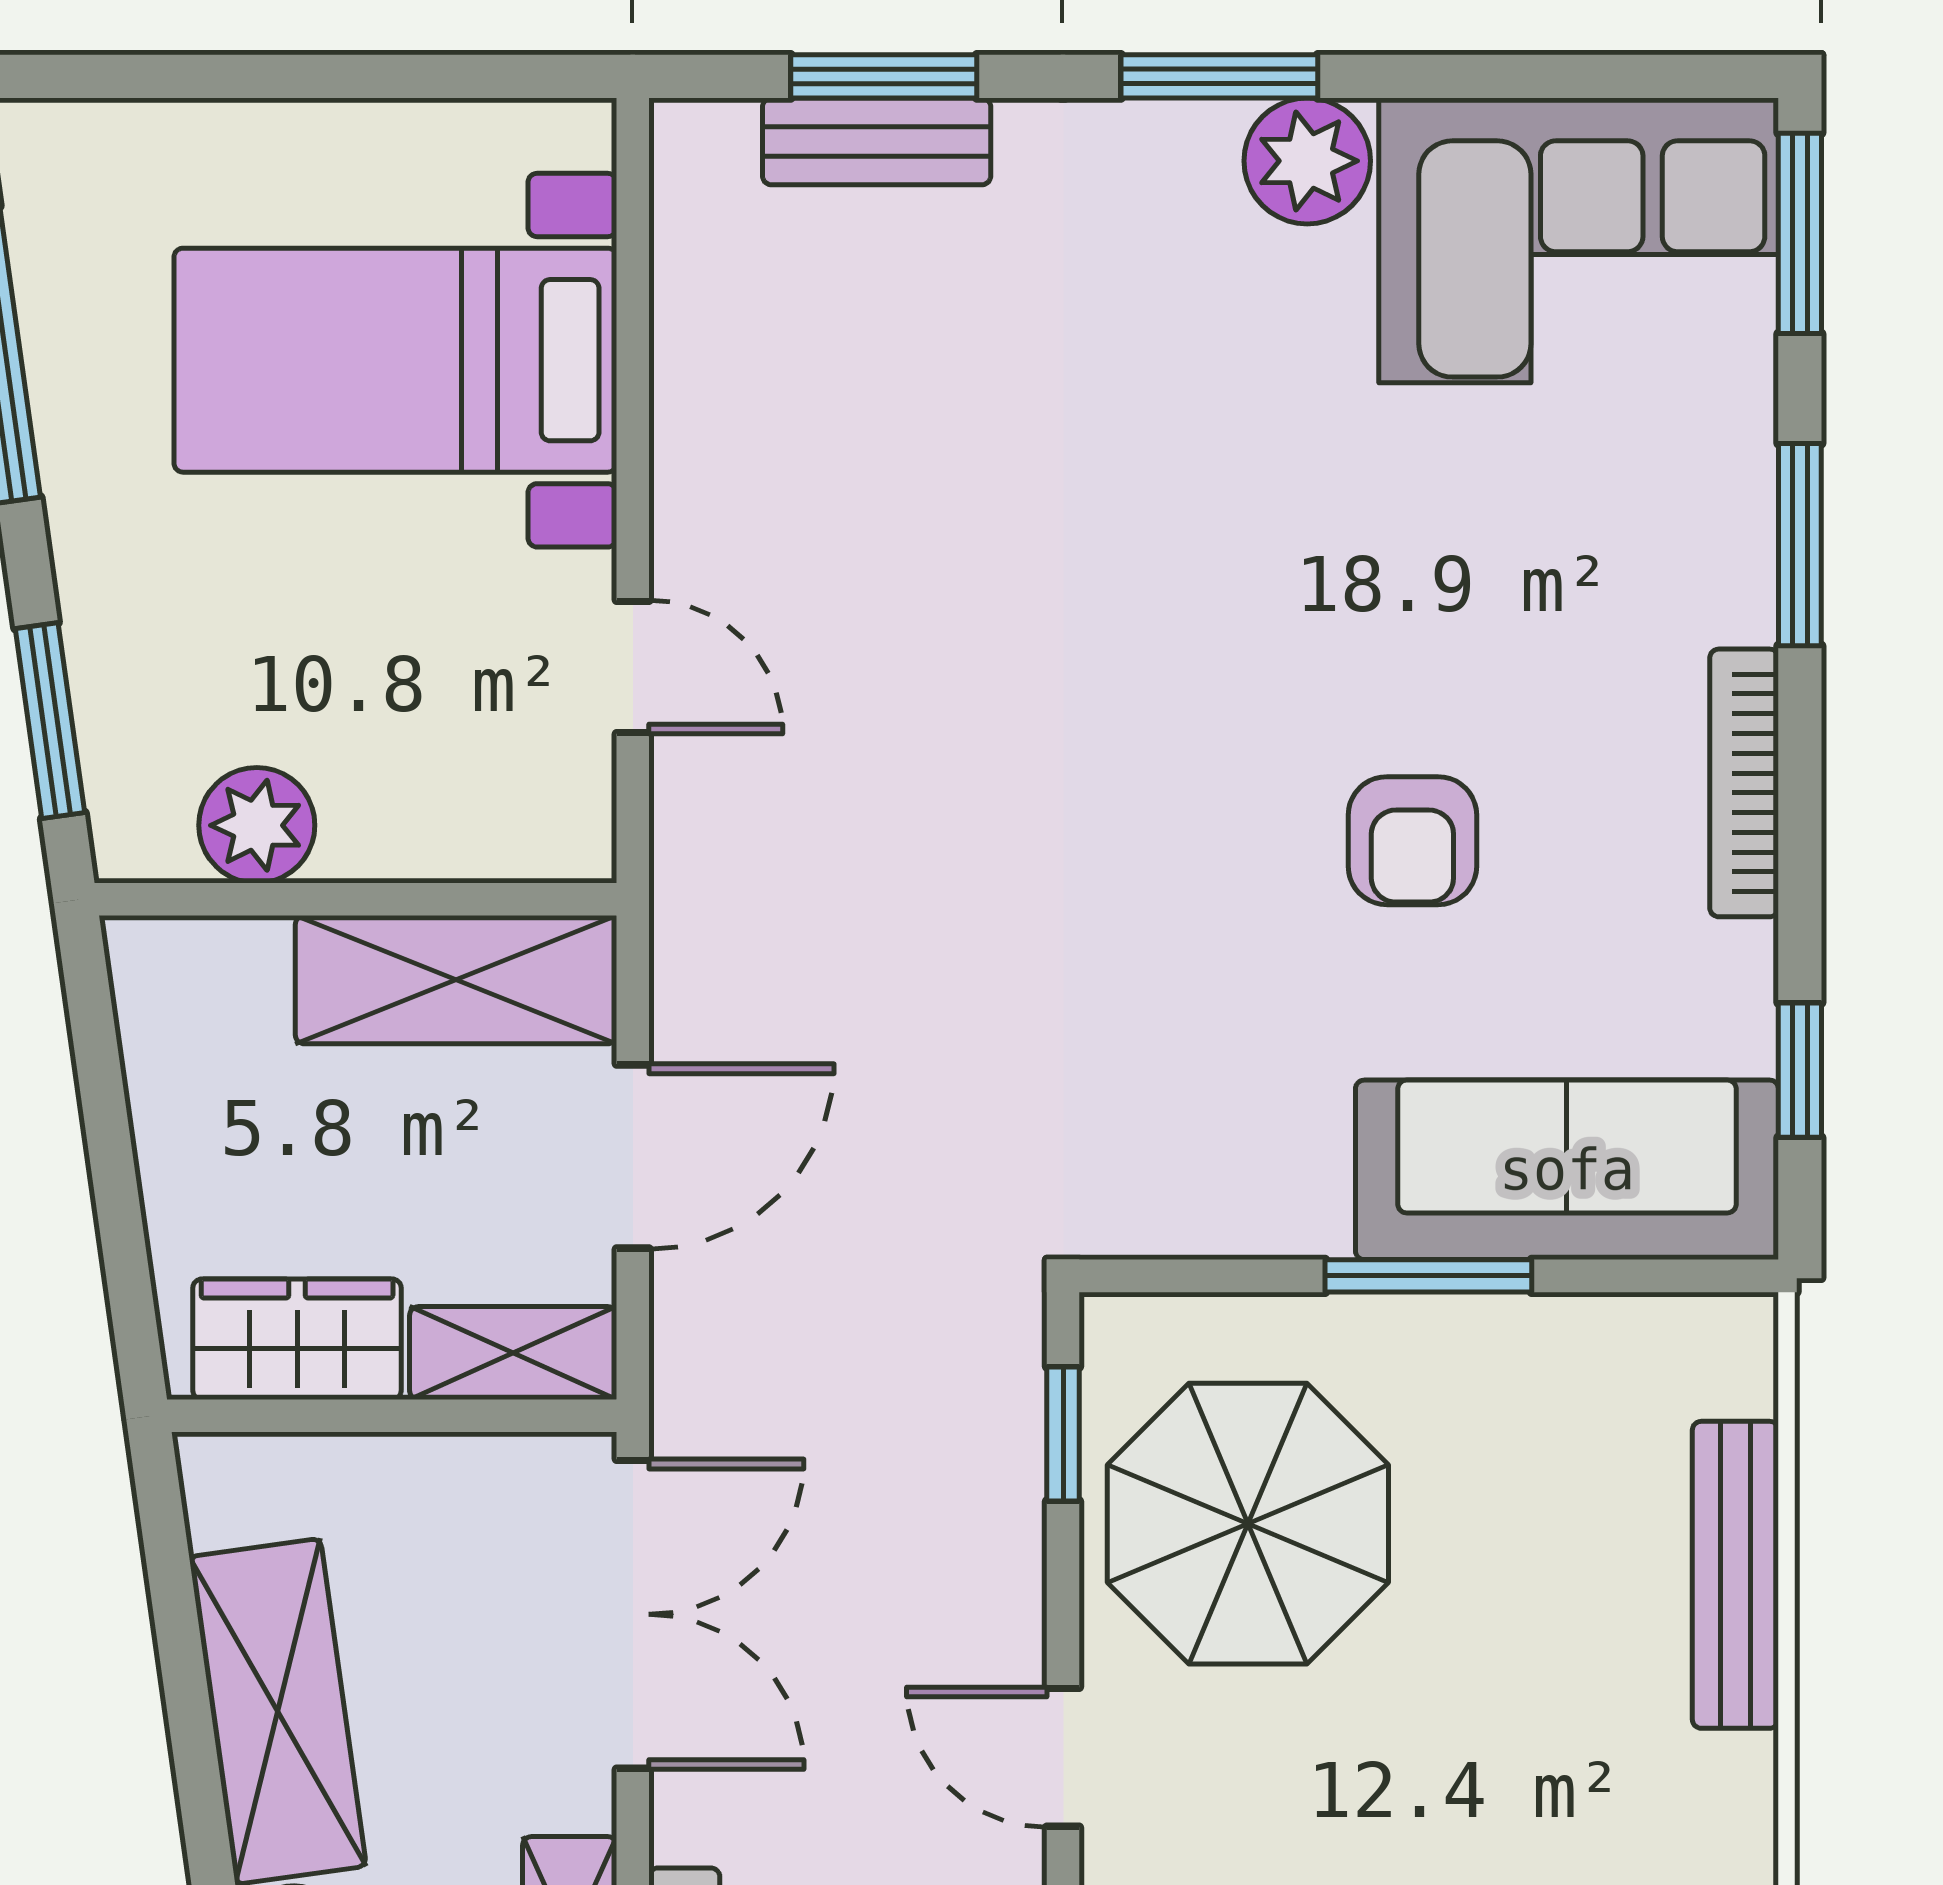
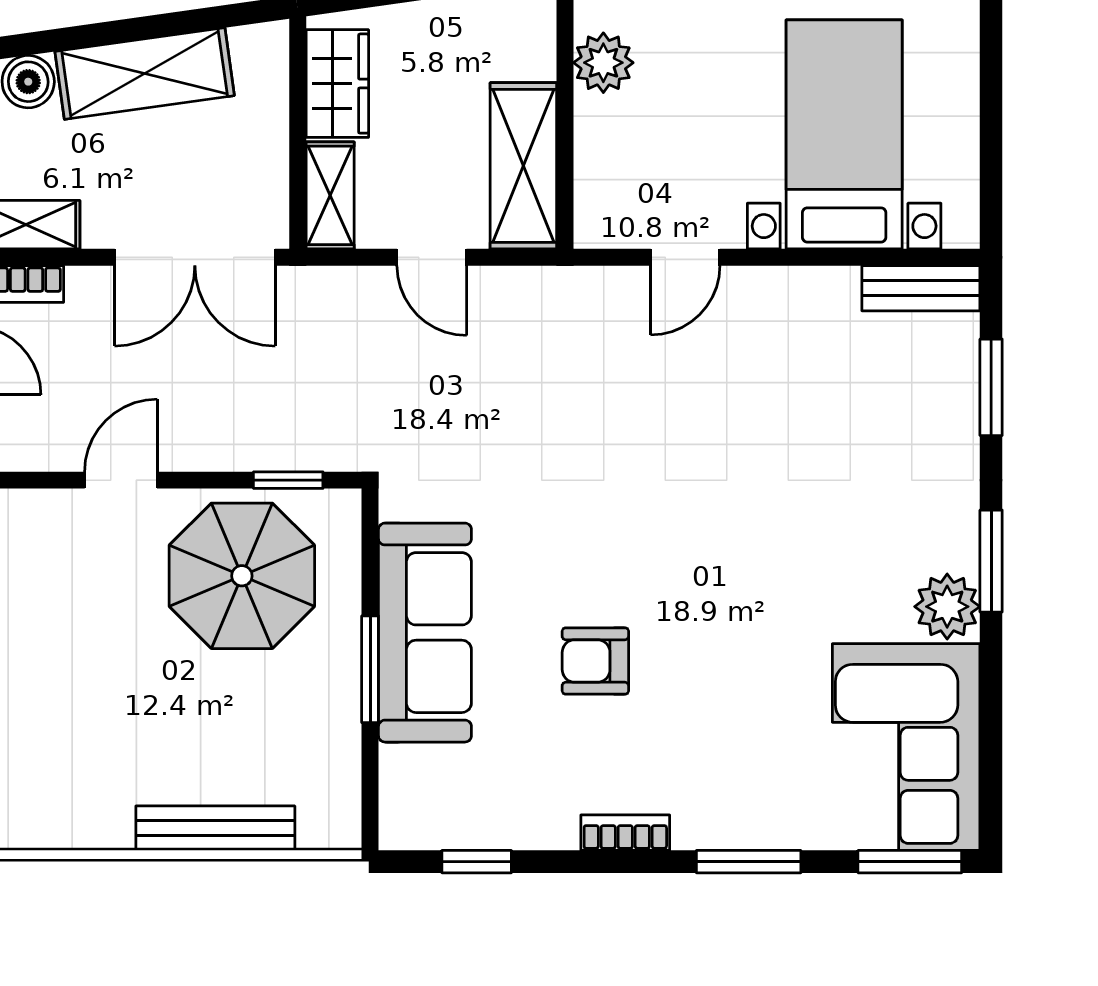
bench: (877, 141) -> (921, 288), moved, turned 90
bookcase: (1744, 783) -> (625, 833), width x0.64
door: (633, 1157) -> (432, 257), width x0.73
sofa: (1567, 1170) -> (425, 633), moved

